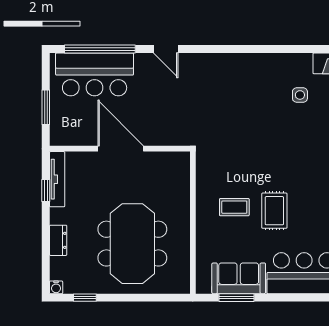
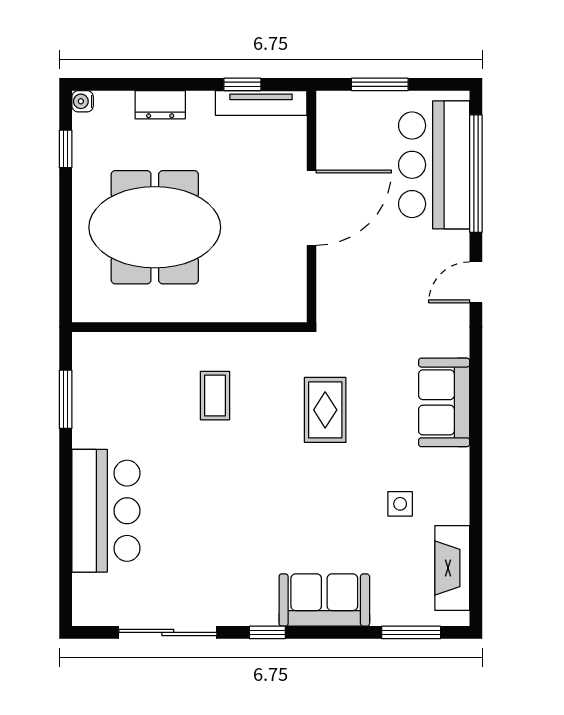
rug: (274, 211) -> (325, 410), moved, turned 90
sofa: (239, 278) -> (444, 402), moved, turned 180

